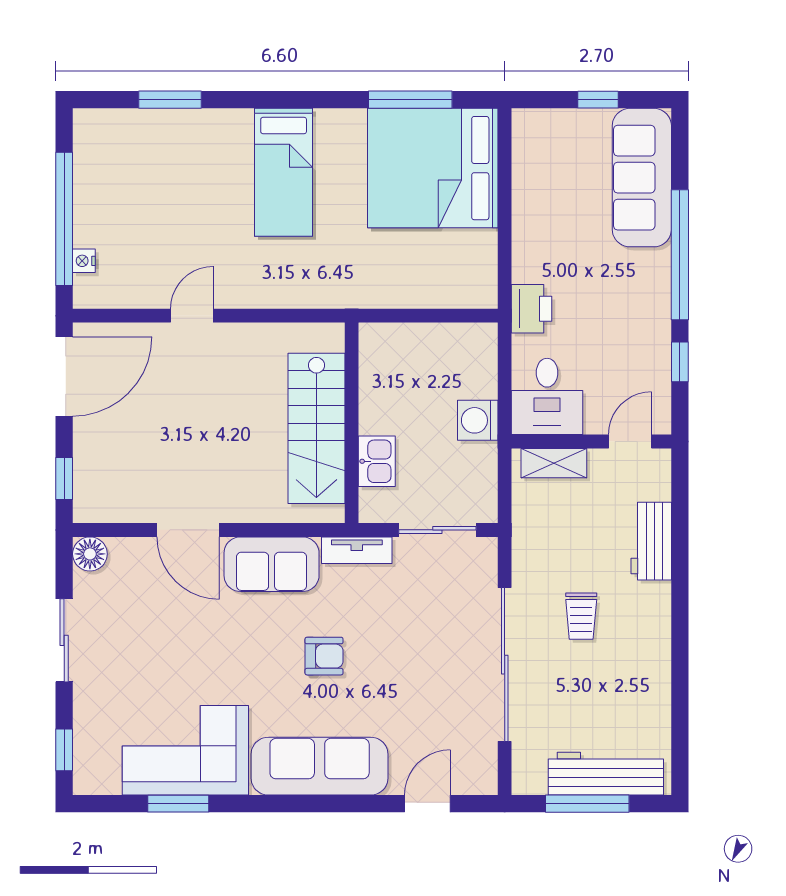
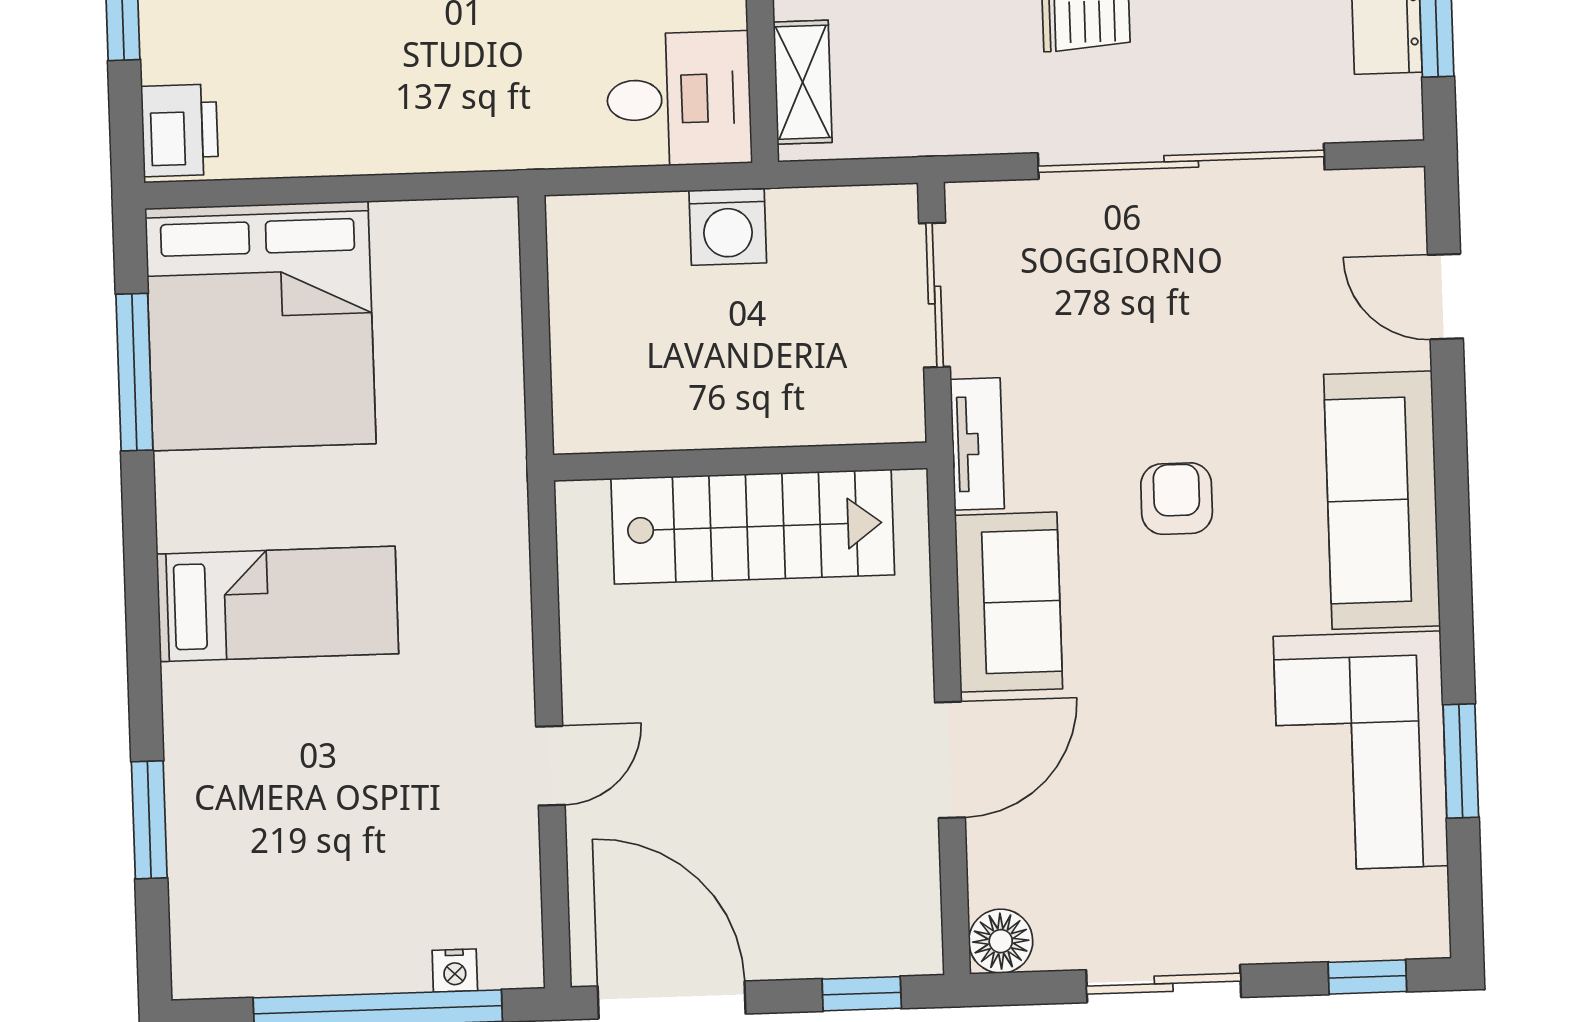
printer: (532, 309) -> (180, 130), moved, turned 90
door: (192, 316) -> (550, 766), swing flipped
kitchen sink: (377, 461) -> (810, 412), removed

